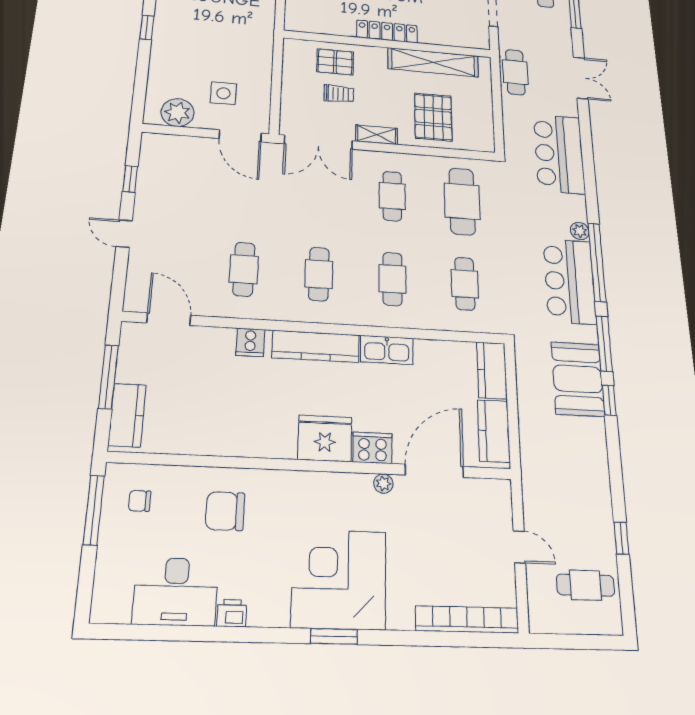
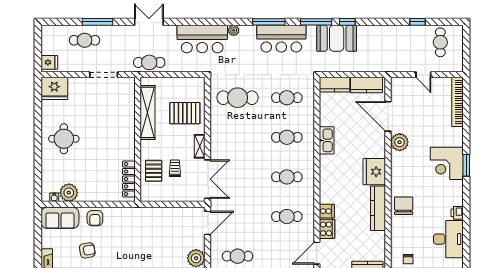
locker: (387, 31) -> (129, 179), moved
side table: (223, 93) -> (181, 234), removed
cafe table: (392, 196) -> (238, 256), moved
plant: (580, 231) -> (234, 30), moved
window: (597, 262) -> (269, 22), width x0.68
kitchen counter: (316, 346) -> (378, 208), moved, turned 180
cooker: (372, 448) -> (327, 229), moved, turned 180
plant: (383, 484) -> (400, 142), width x1.88, depth x1.88
chair: (225, 511) -> (404, 206), moved, turned 180
door: (519, 547) -> (423, 75), swing flipped
corner desk: (339, 579) -> (447, 163), width x0.74, depth x0.74

